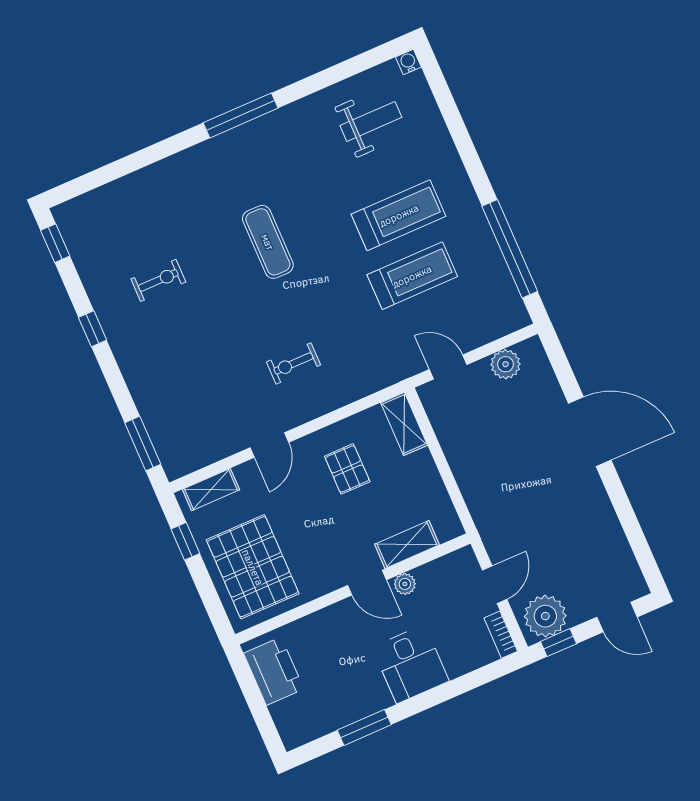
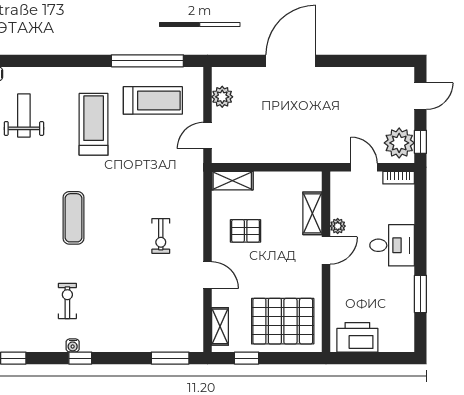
exercise mat: (268, 242) -> (73, 218), turned 90
treadmill: (412, 276) -> (153, 100), moved, turned 90
water cooler: (104, 312) -> (73, 345), added

